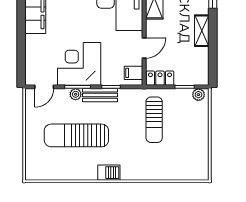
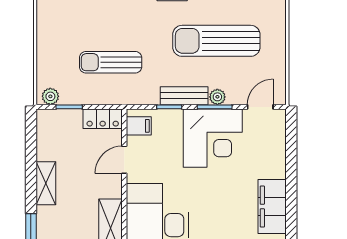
sun lounger: (154, 120) -> (111, 62), turned -90
sun lounger: (76, 135) -> (216, 41), turned 180

